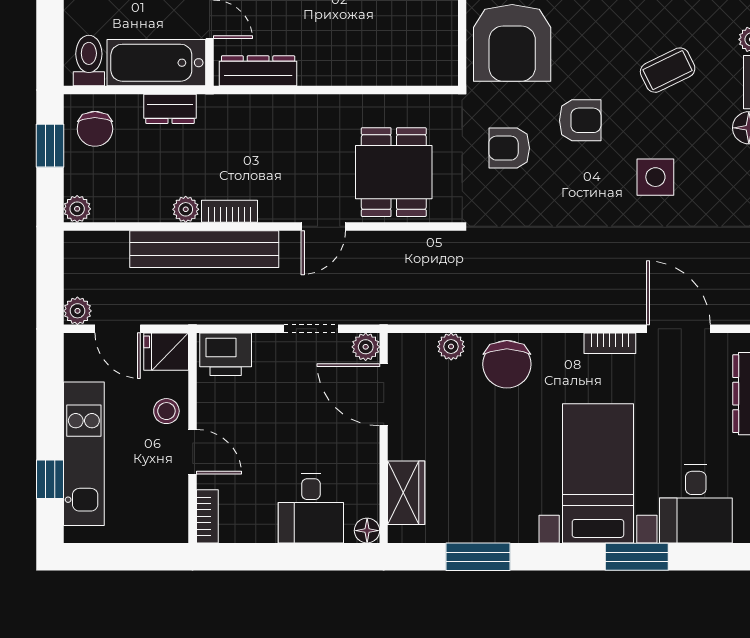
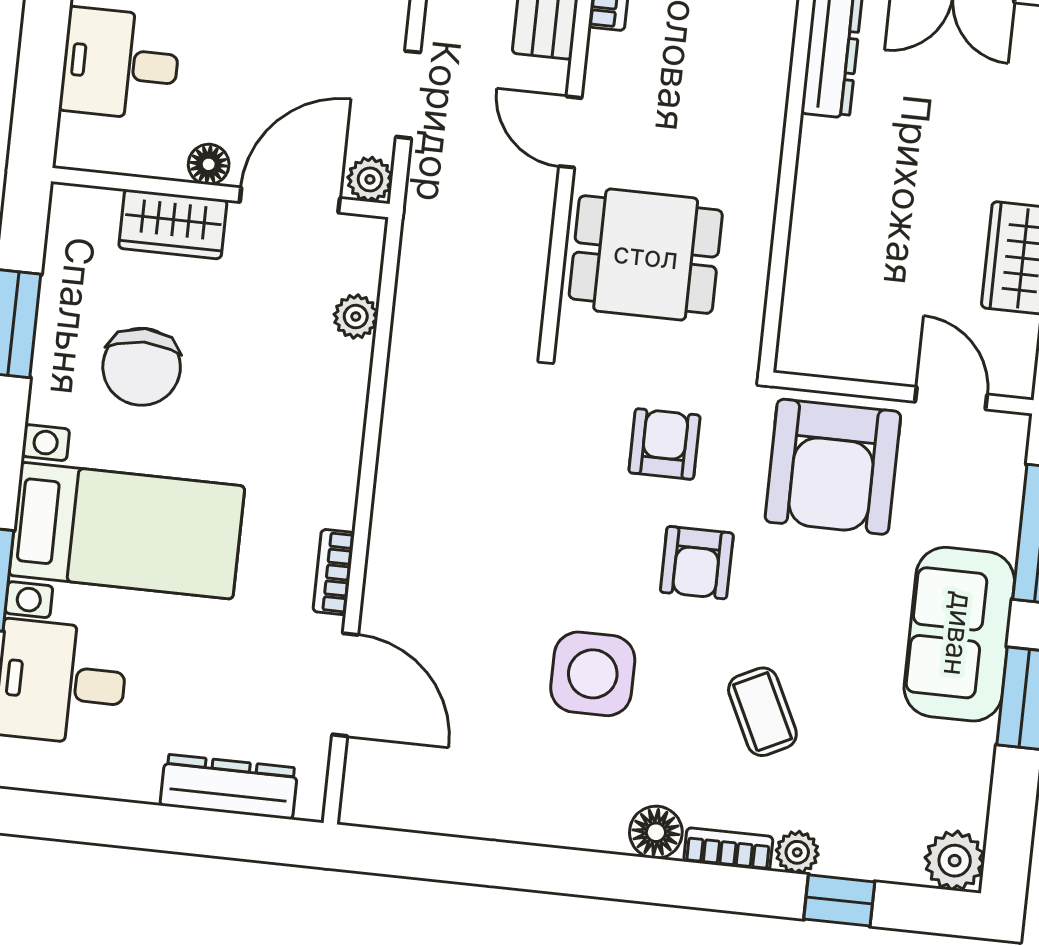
armchair: (512, 43) -> (833, 467), turned -90
side table: (655, 177) -> (593, 674), width x1.37, depth x1.37
door: (678, 329) -> (345, 685), hinge flipped
chair: (507, 364) -> (142, 367), moved, turned -90
wardrobe: (406, 493) -> (173, 224), moved
floor lamp: (367, 531) -> (209, 164), moved

